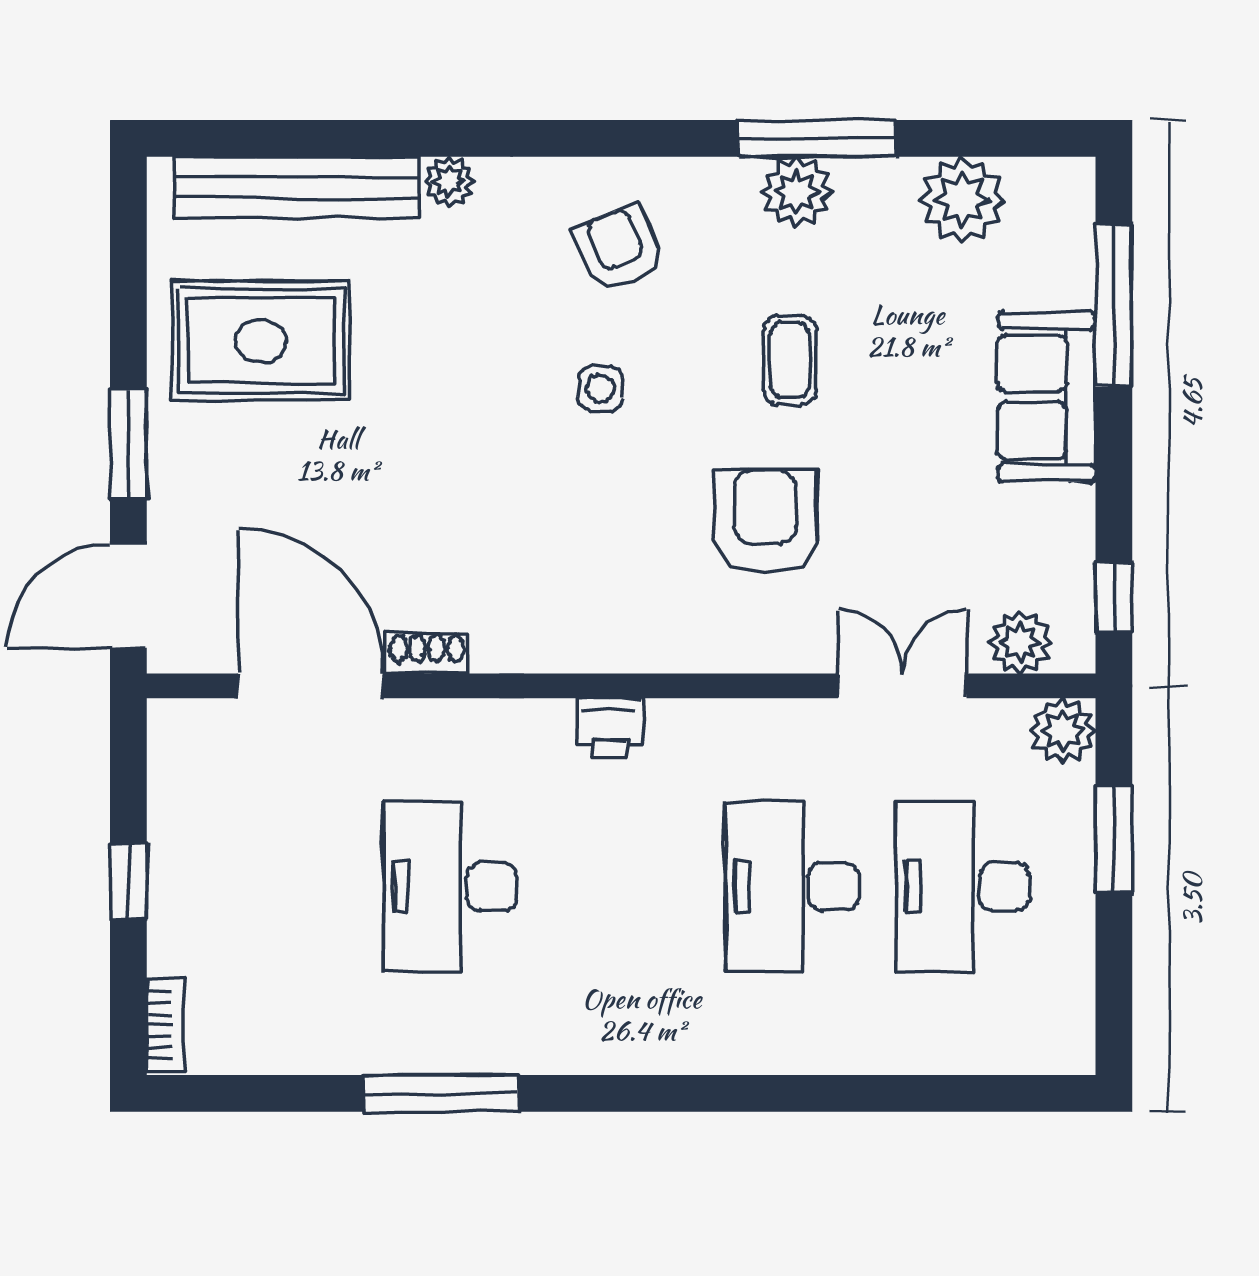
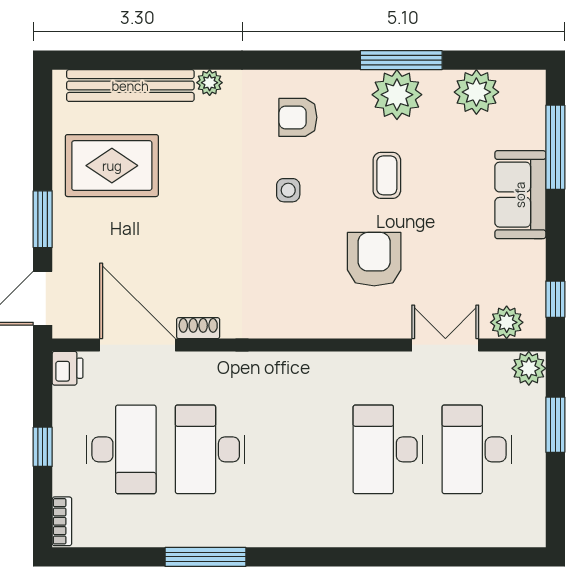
plant: (797, 192) -> (397, 95), width x1.36, depth x1.36
armchair: (619, 249) -> (298, 117), turned -67
printer: (610, 728) -> (68, 368), moved, turned -90
desk: (279, 887) -> (121, 449), added

